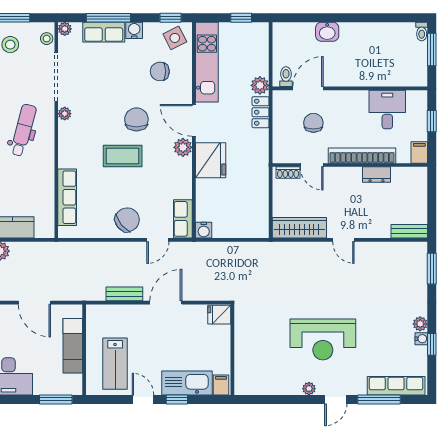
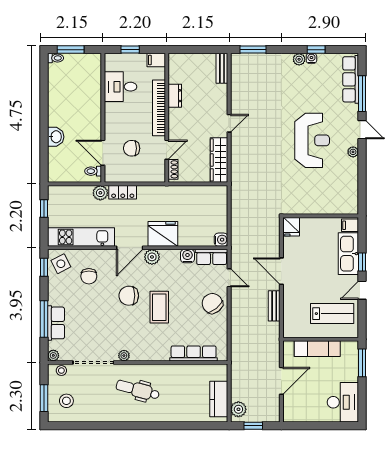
water cooler: (134, 30) -> (187, 256), moved, turned 90

